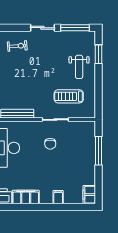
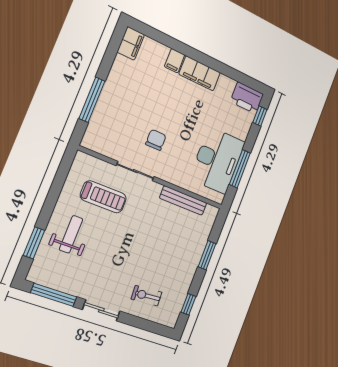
filing cabinet: (26, 197) -> (200, 73), moved

